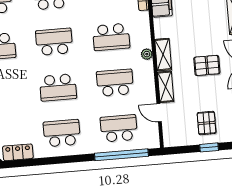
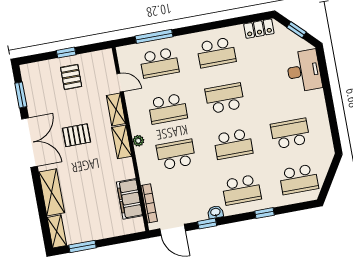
window: (121, 155) -> (154, 36), width x0.68

